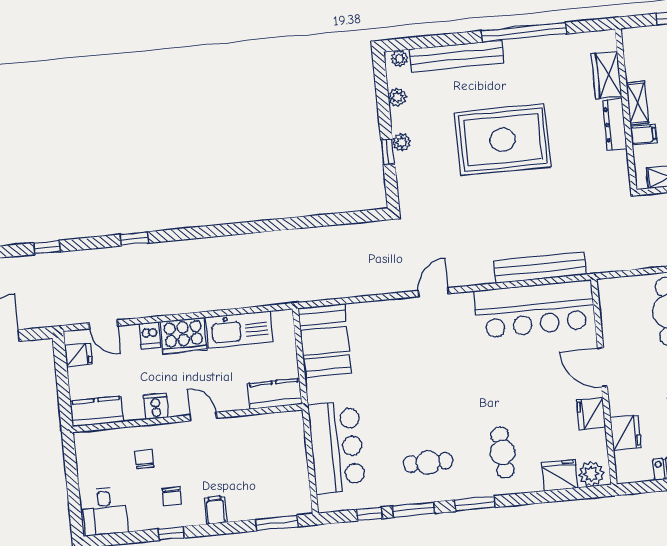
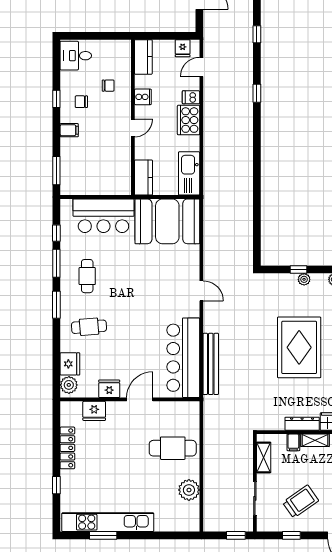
kitchen sink: (239, 329) -> (189, 173), moved
booth: (325, 341) -> (167, 221), width x1.36, depth x1.42

